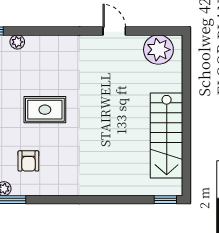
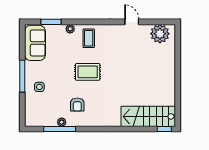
coffee table: (46, 57) -> (89, 38), added
stairs: (167, 136) -> (148, 116), moved, turned 90

